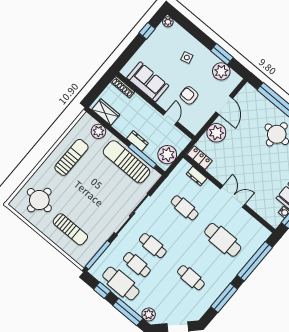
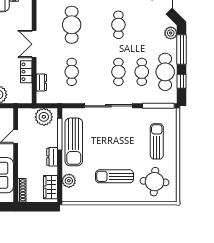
dresser: (137, 141) -> (52, 157), moved
sun lounger: (71, 157) -> (115, 176), moved
locker: (200, 158) -> (26, 72), moved

